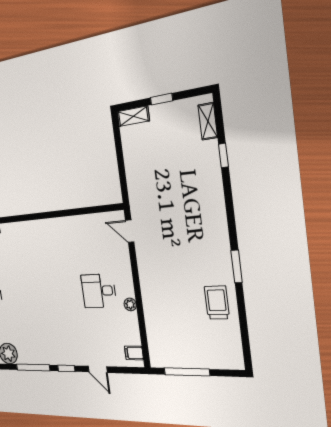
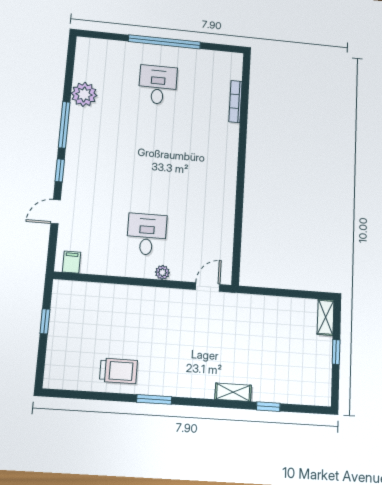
shelving: (208, 121) -> (233, 392), moved
plant: (130, 304) -> (162, 272), moved
window: (187, 372) -> (45, 321), width x0.46

